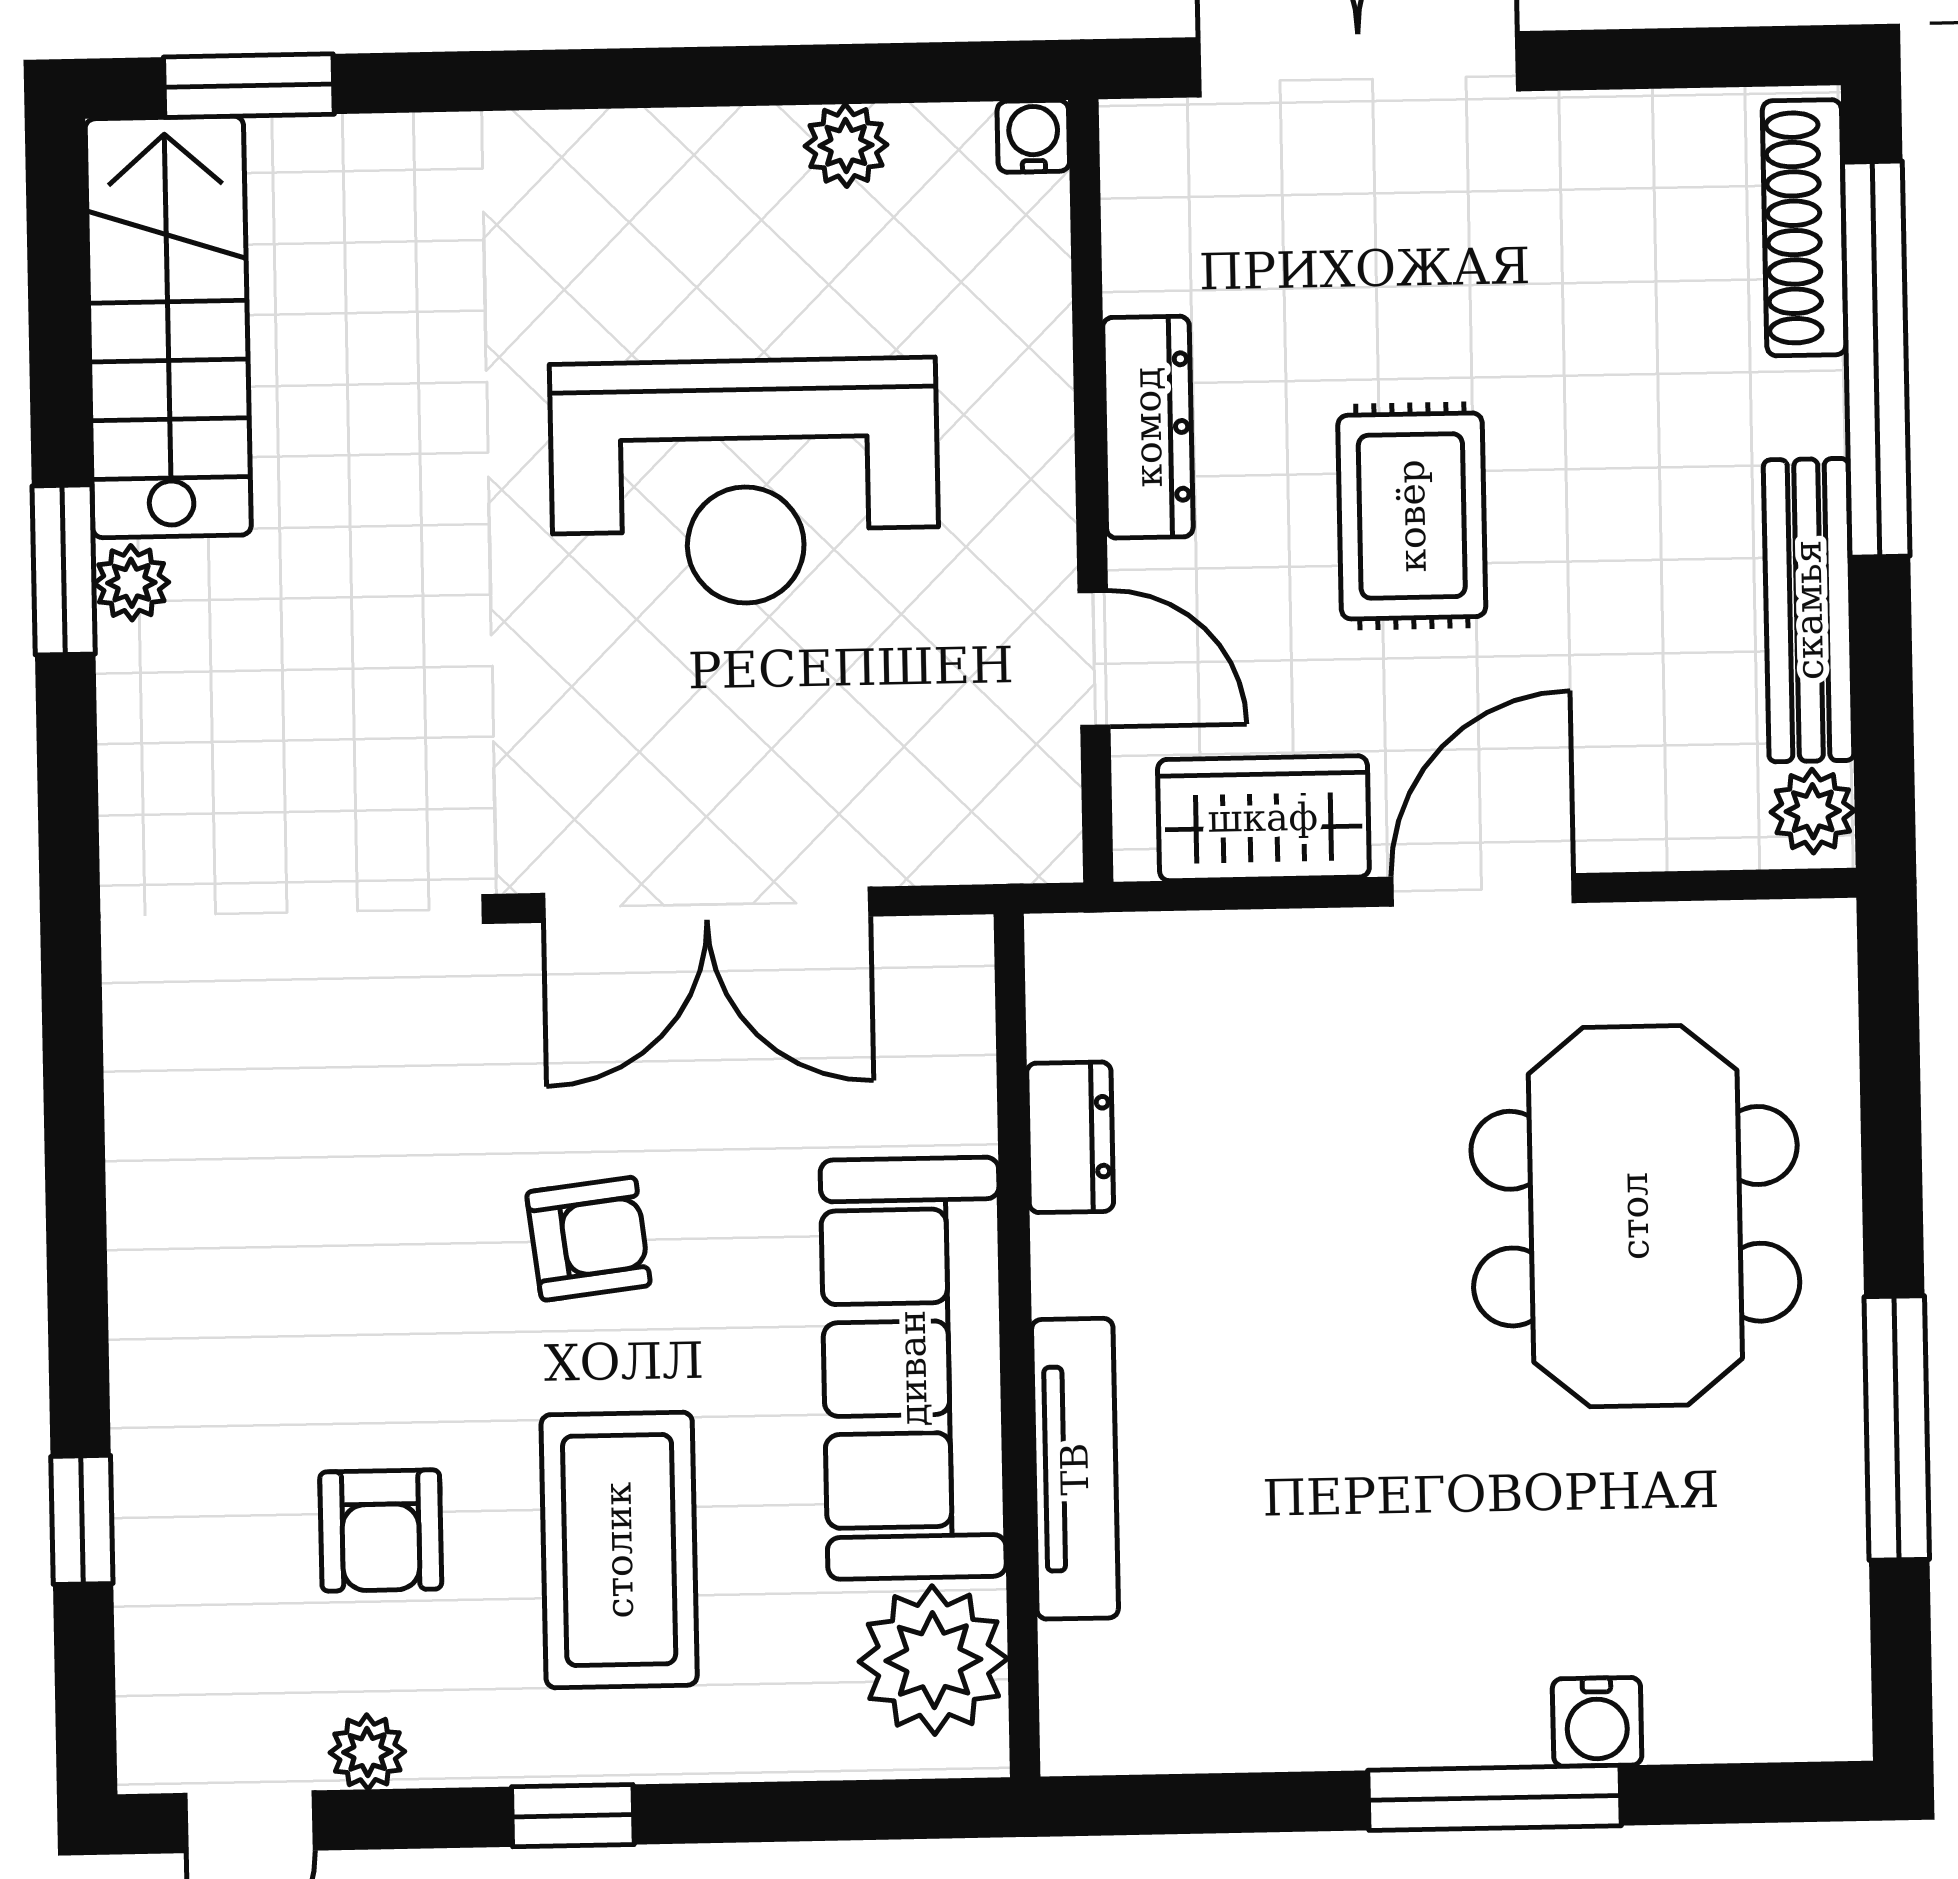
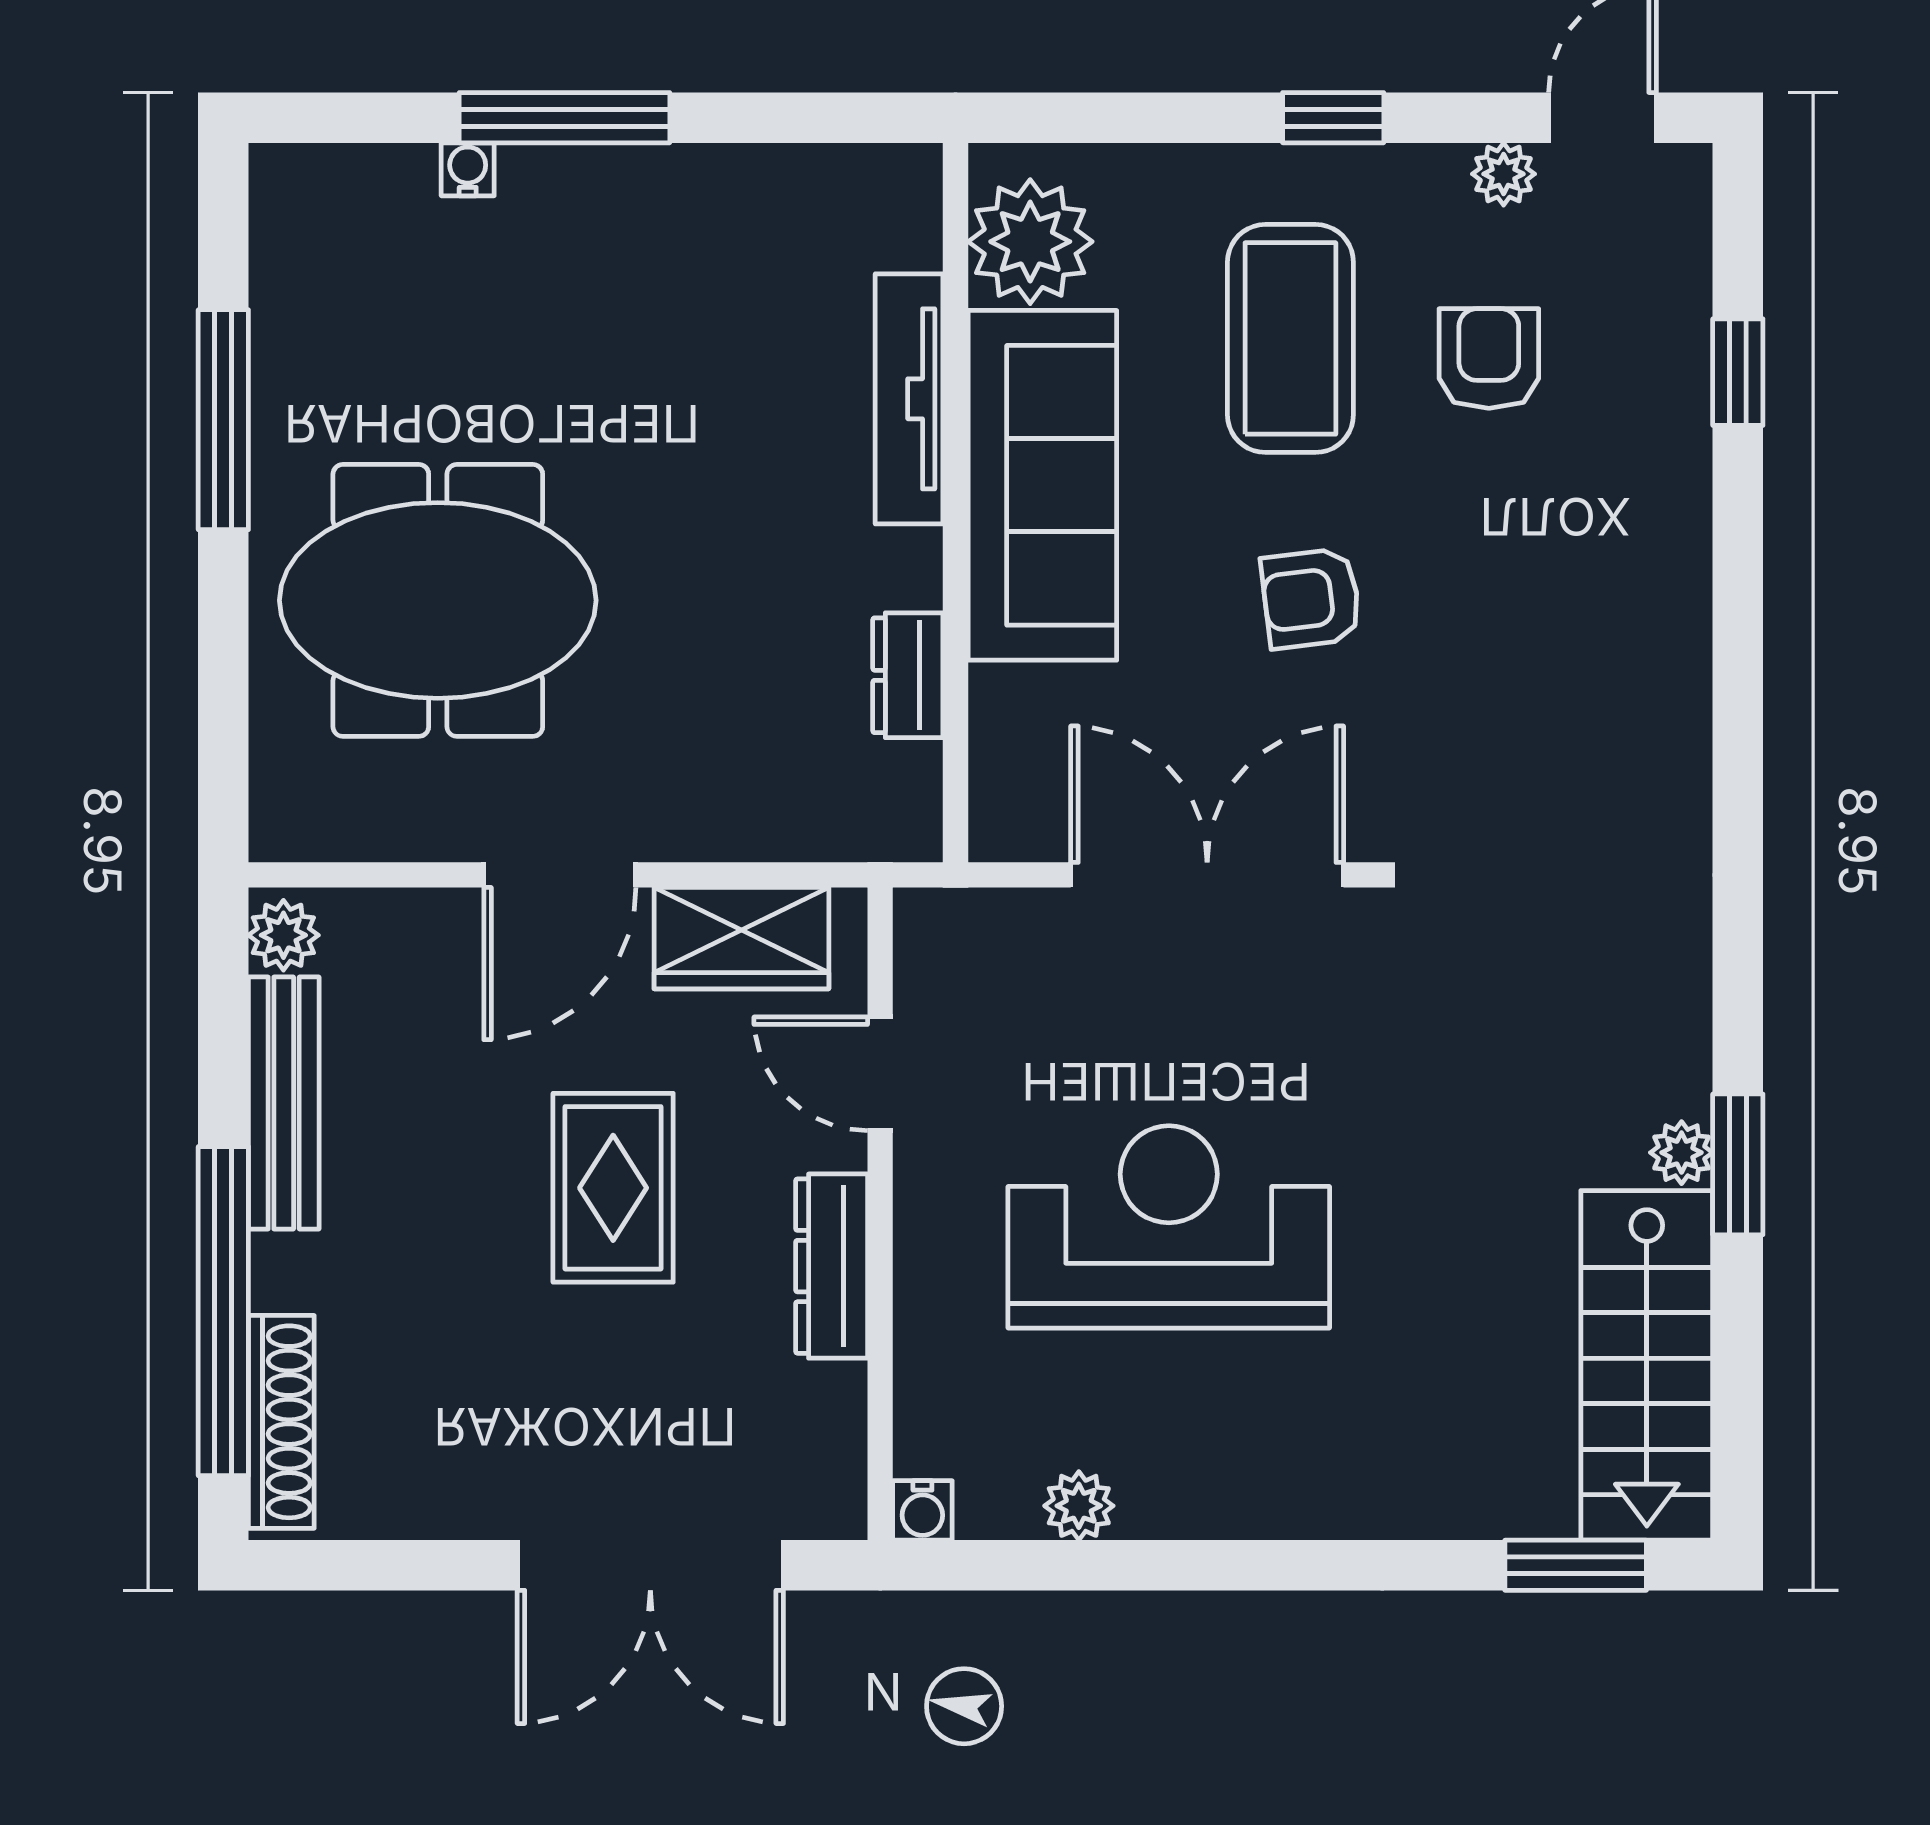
meeting table: (1635, 1216) -> (438, 600), turned 90
water cooler: (1597, 1722) -> (468, 169), width x0.72, depth x0.72

